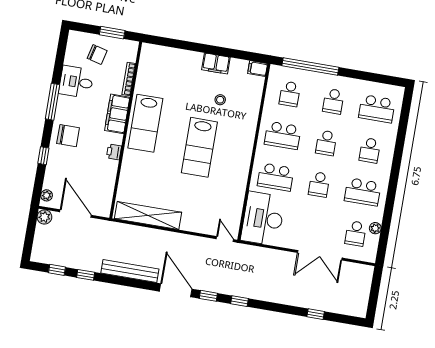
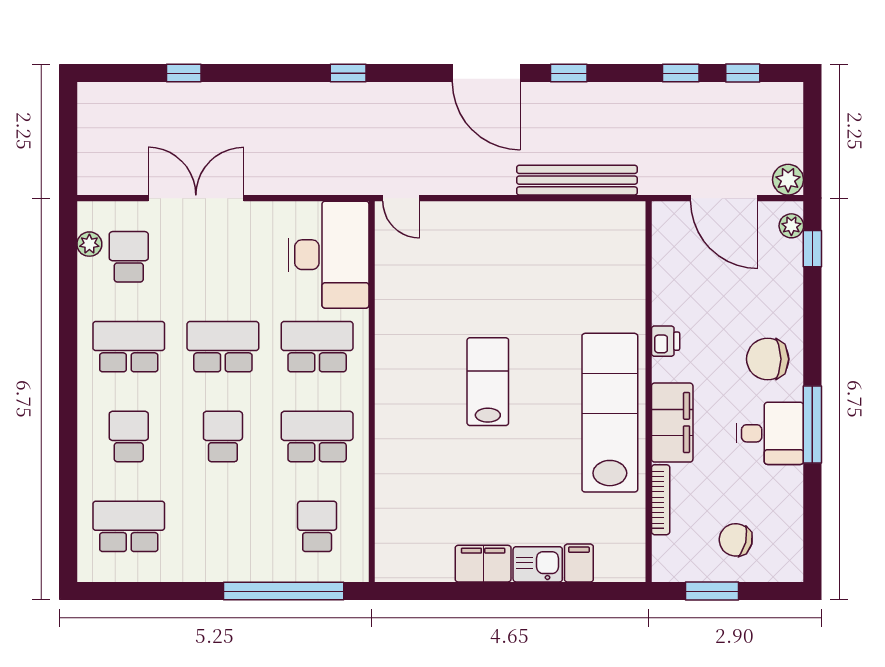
kitchen sink: (191, 59) -> (538, 564), added
filing cabinet: (258, 69) -> (579, 563), moved, turned -90
desk: (76, 82) -> (770, 433), moved
stool: (220, 100) -> (461, 489), removed
school desk: (333, 101) -> (223, 526), removed
lab bench: (145, 123) -> (610, 413), width x1.36
lab bench: (199, 147) -> (488, 382), width x0.73, depth x0.72
window: (43, 156) -> (812, 249), moved
school desk: (319, 184) -> (223, 347), width x1.85
shelving: (148, 215) -> (571, 220), removed
plant: (375, 228) -> (89, 244), moved
bench: (130, 271) -> (577, 180), moved
window: (208, 296) -> (569, 73), moved

